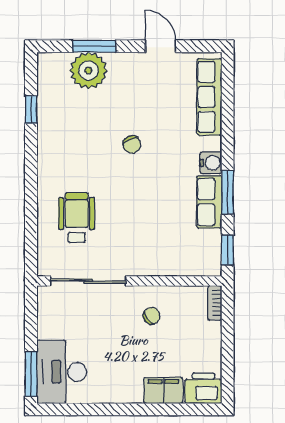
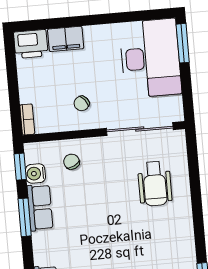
chair: (132, 145) -> (72, 162), moved
water cooler: (211, 163) -> (35, 174), moved
desk: (62, 372) -> (150, 58), width x1.36, depth x1.30

